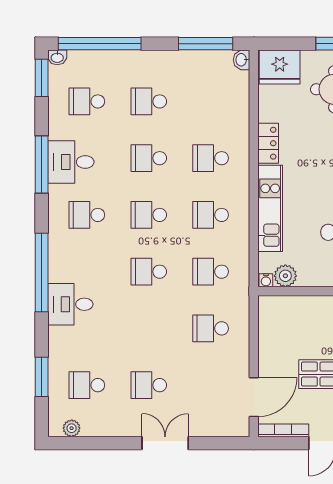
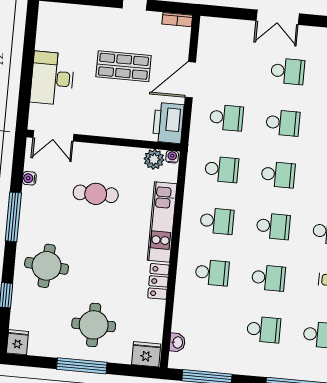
washbasin: (242, 60) -> (177, 342), moved
fridge: (280, 67) -> (146, 354), width x0.73, depth x0.75
printer: (273, 317) -> (168, 123), added
school desk: (149, 328) -> (283, 123), added
door: (254, 397) -> (190, 80), moved
bookcase: (283, 430) -> (177, 20), width x0.64

